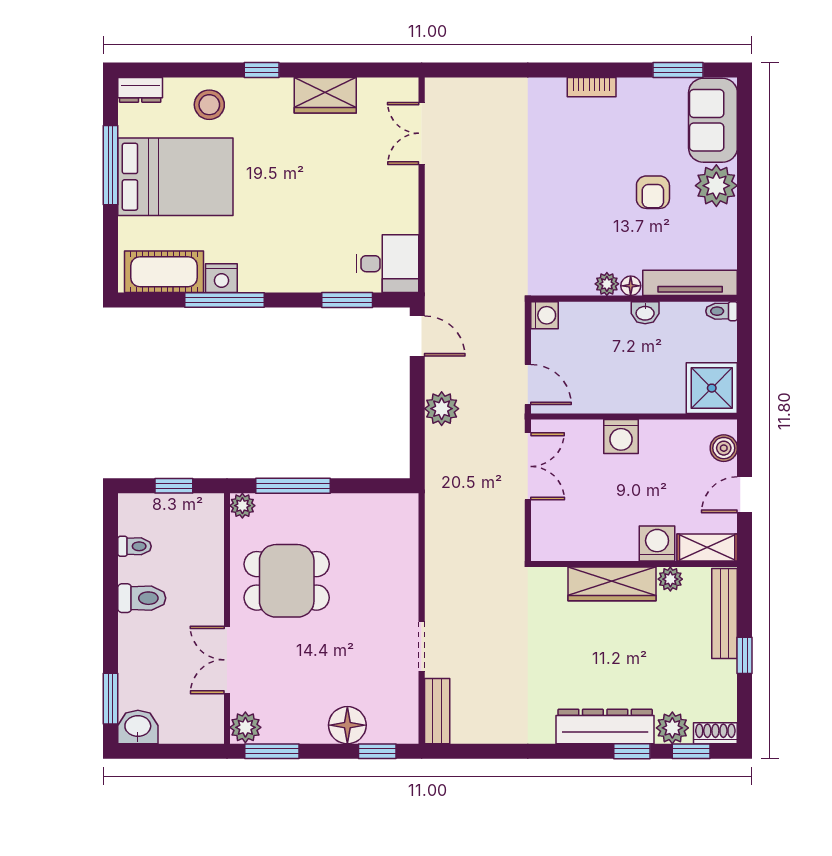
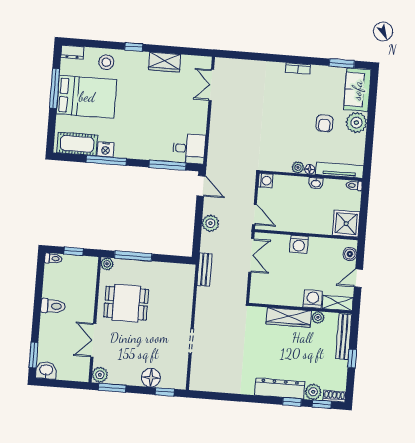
window: (347, 300) -> (167, 165), width x1.44
toilet: (134, 546) -> (53, 258), moved
bench: (437, 711) -> (204, 270), moved

